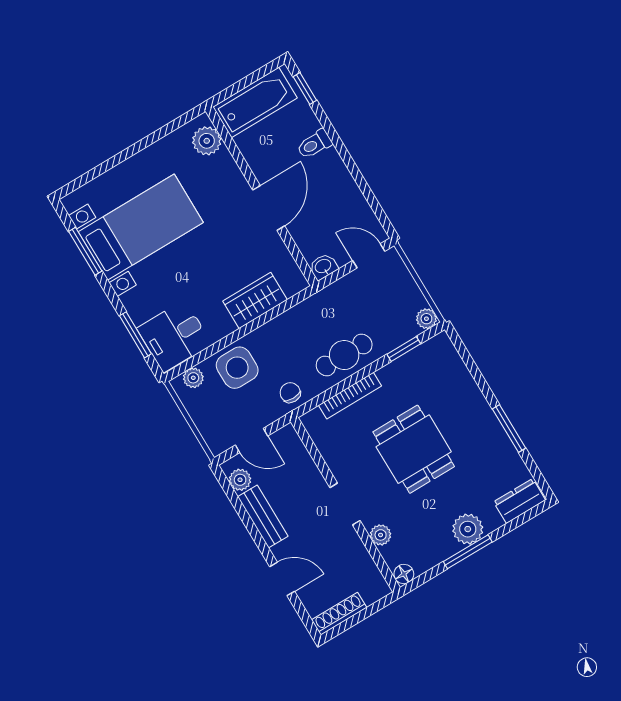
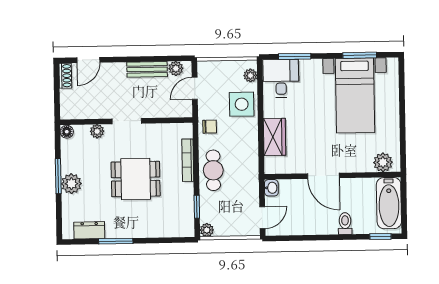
dresser: (519, 501) -> (89, 230), moved, turned -90
door: (282, 579) -> (88, 60), moved
shoe rack: (339, 614) -> (65, 76), width x0.70

